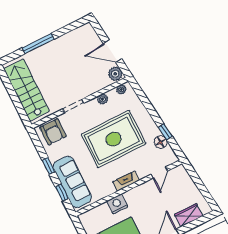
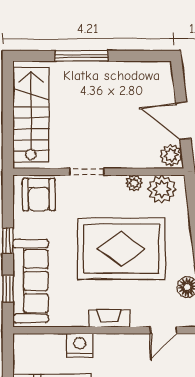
plant: (121, 89) -> (162, 189), width x1.88, depth x1.88

